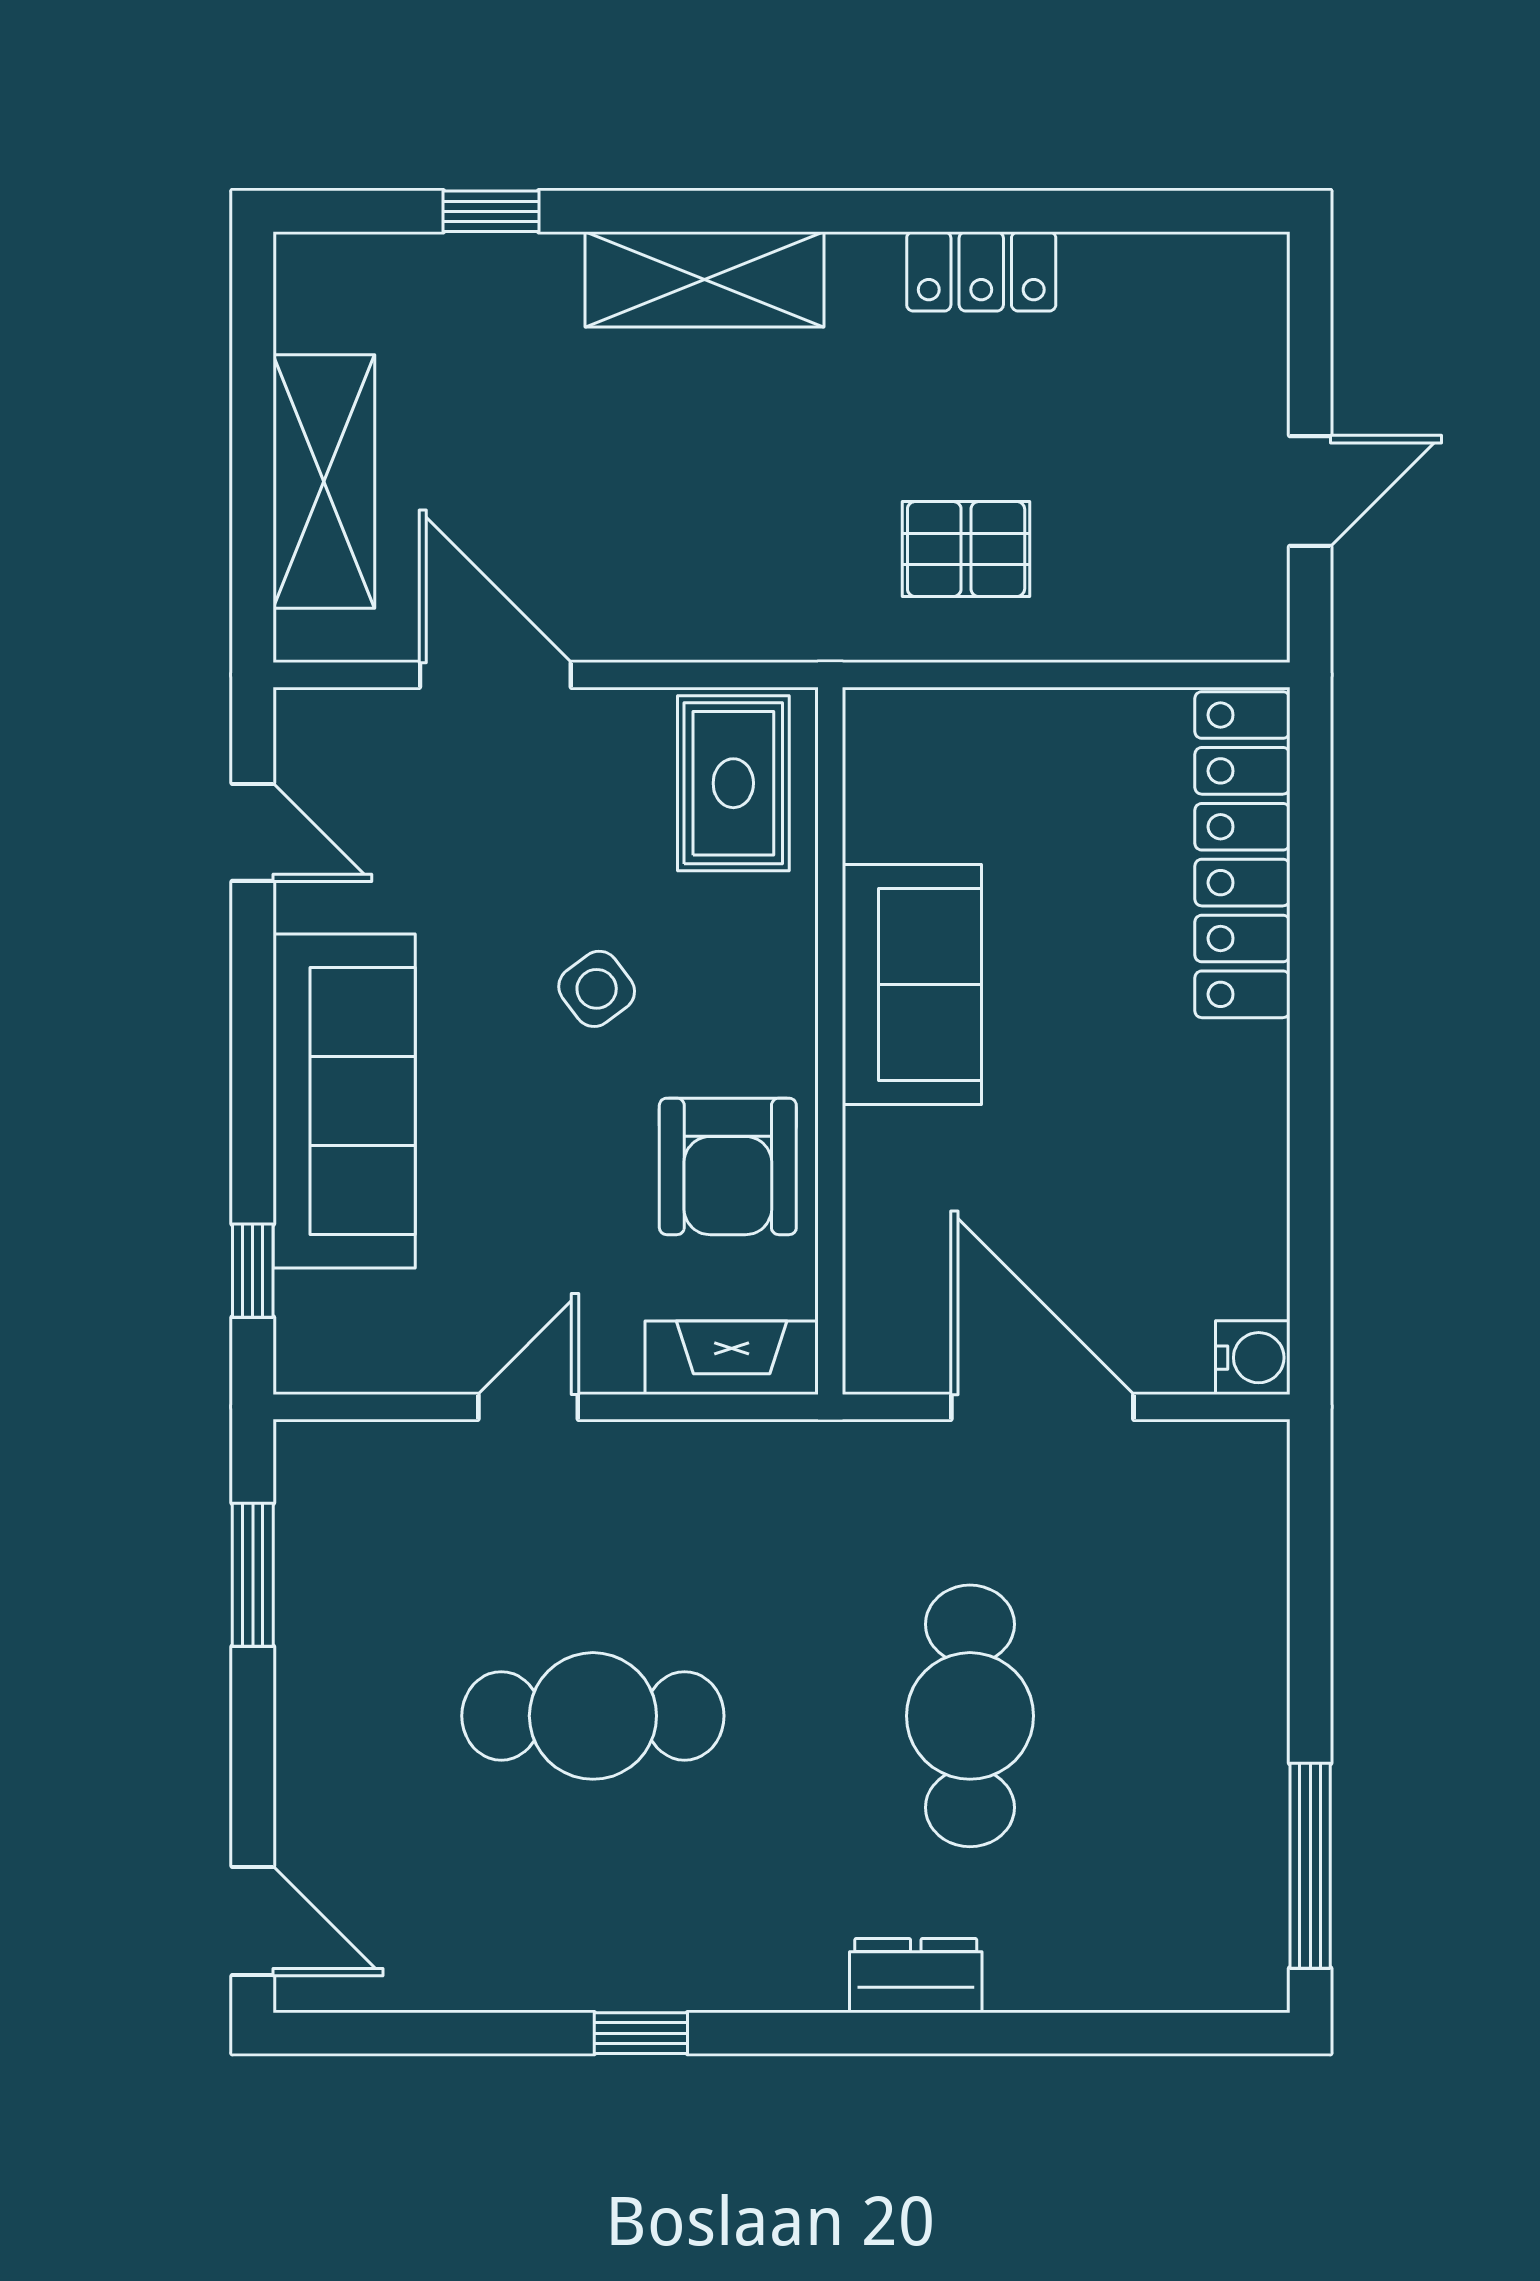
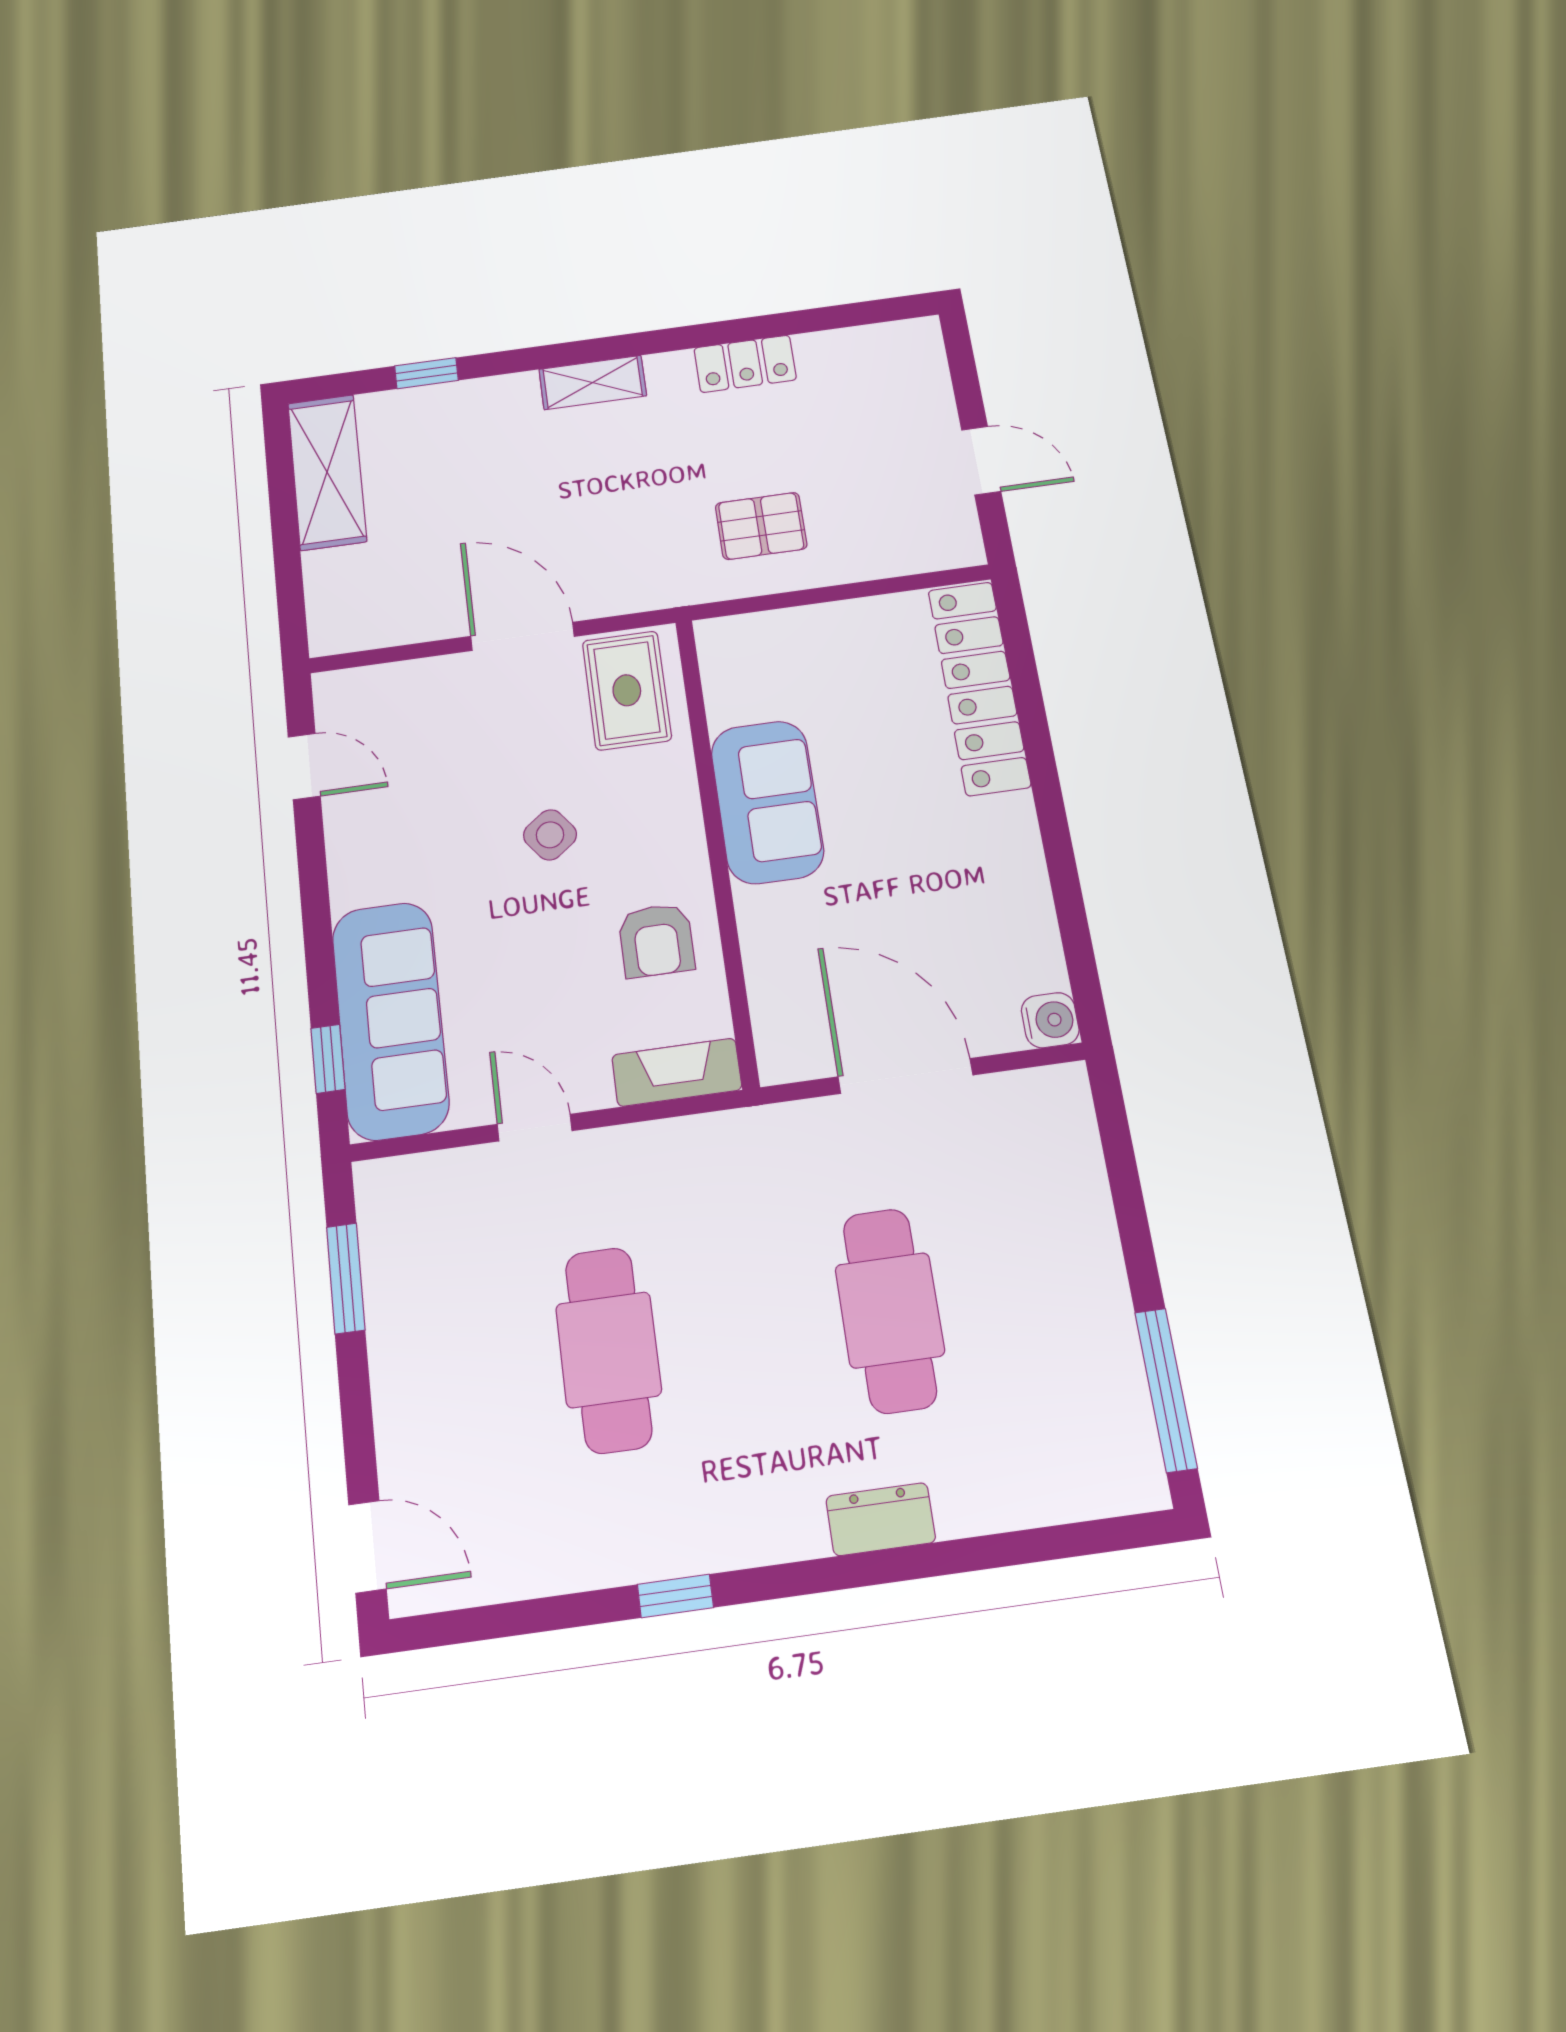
shelving: (704, 279) -> (593, 383), width x0.67, depth x0.75
shelving: (324, 481) -> (327, 472), moved
door: (1310, 491) -> (981, 461), hinge flipped
door: (495, 675) -> (522, 636), moved
sofa: (344, 1101) -> (390, 1020), moved
armchair: (728, 1166) -> (656, 940), width x0.72, depth x0.72
door: (528, 1407) -> (535, 1128), hinge flipped
cafe table: (593, 1716) -> (608, 1350), turned 90

